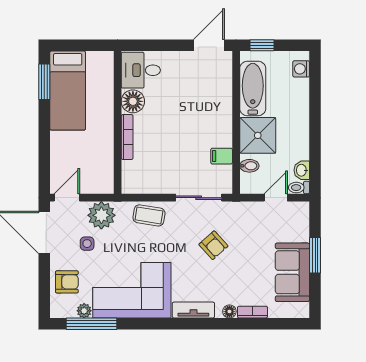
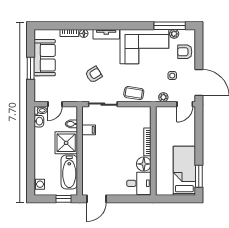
plant: (101, 215) -> (163, 97), width x0.53, depth x0.53
armchair: (213, 245) -> (94, 75), turned 100

